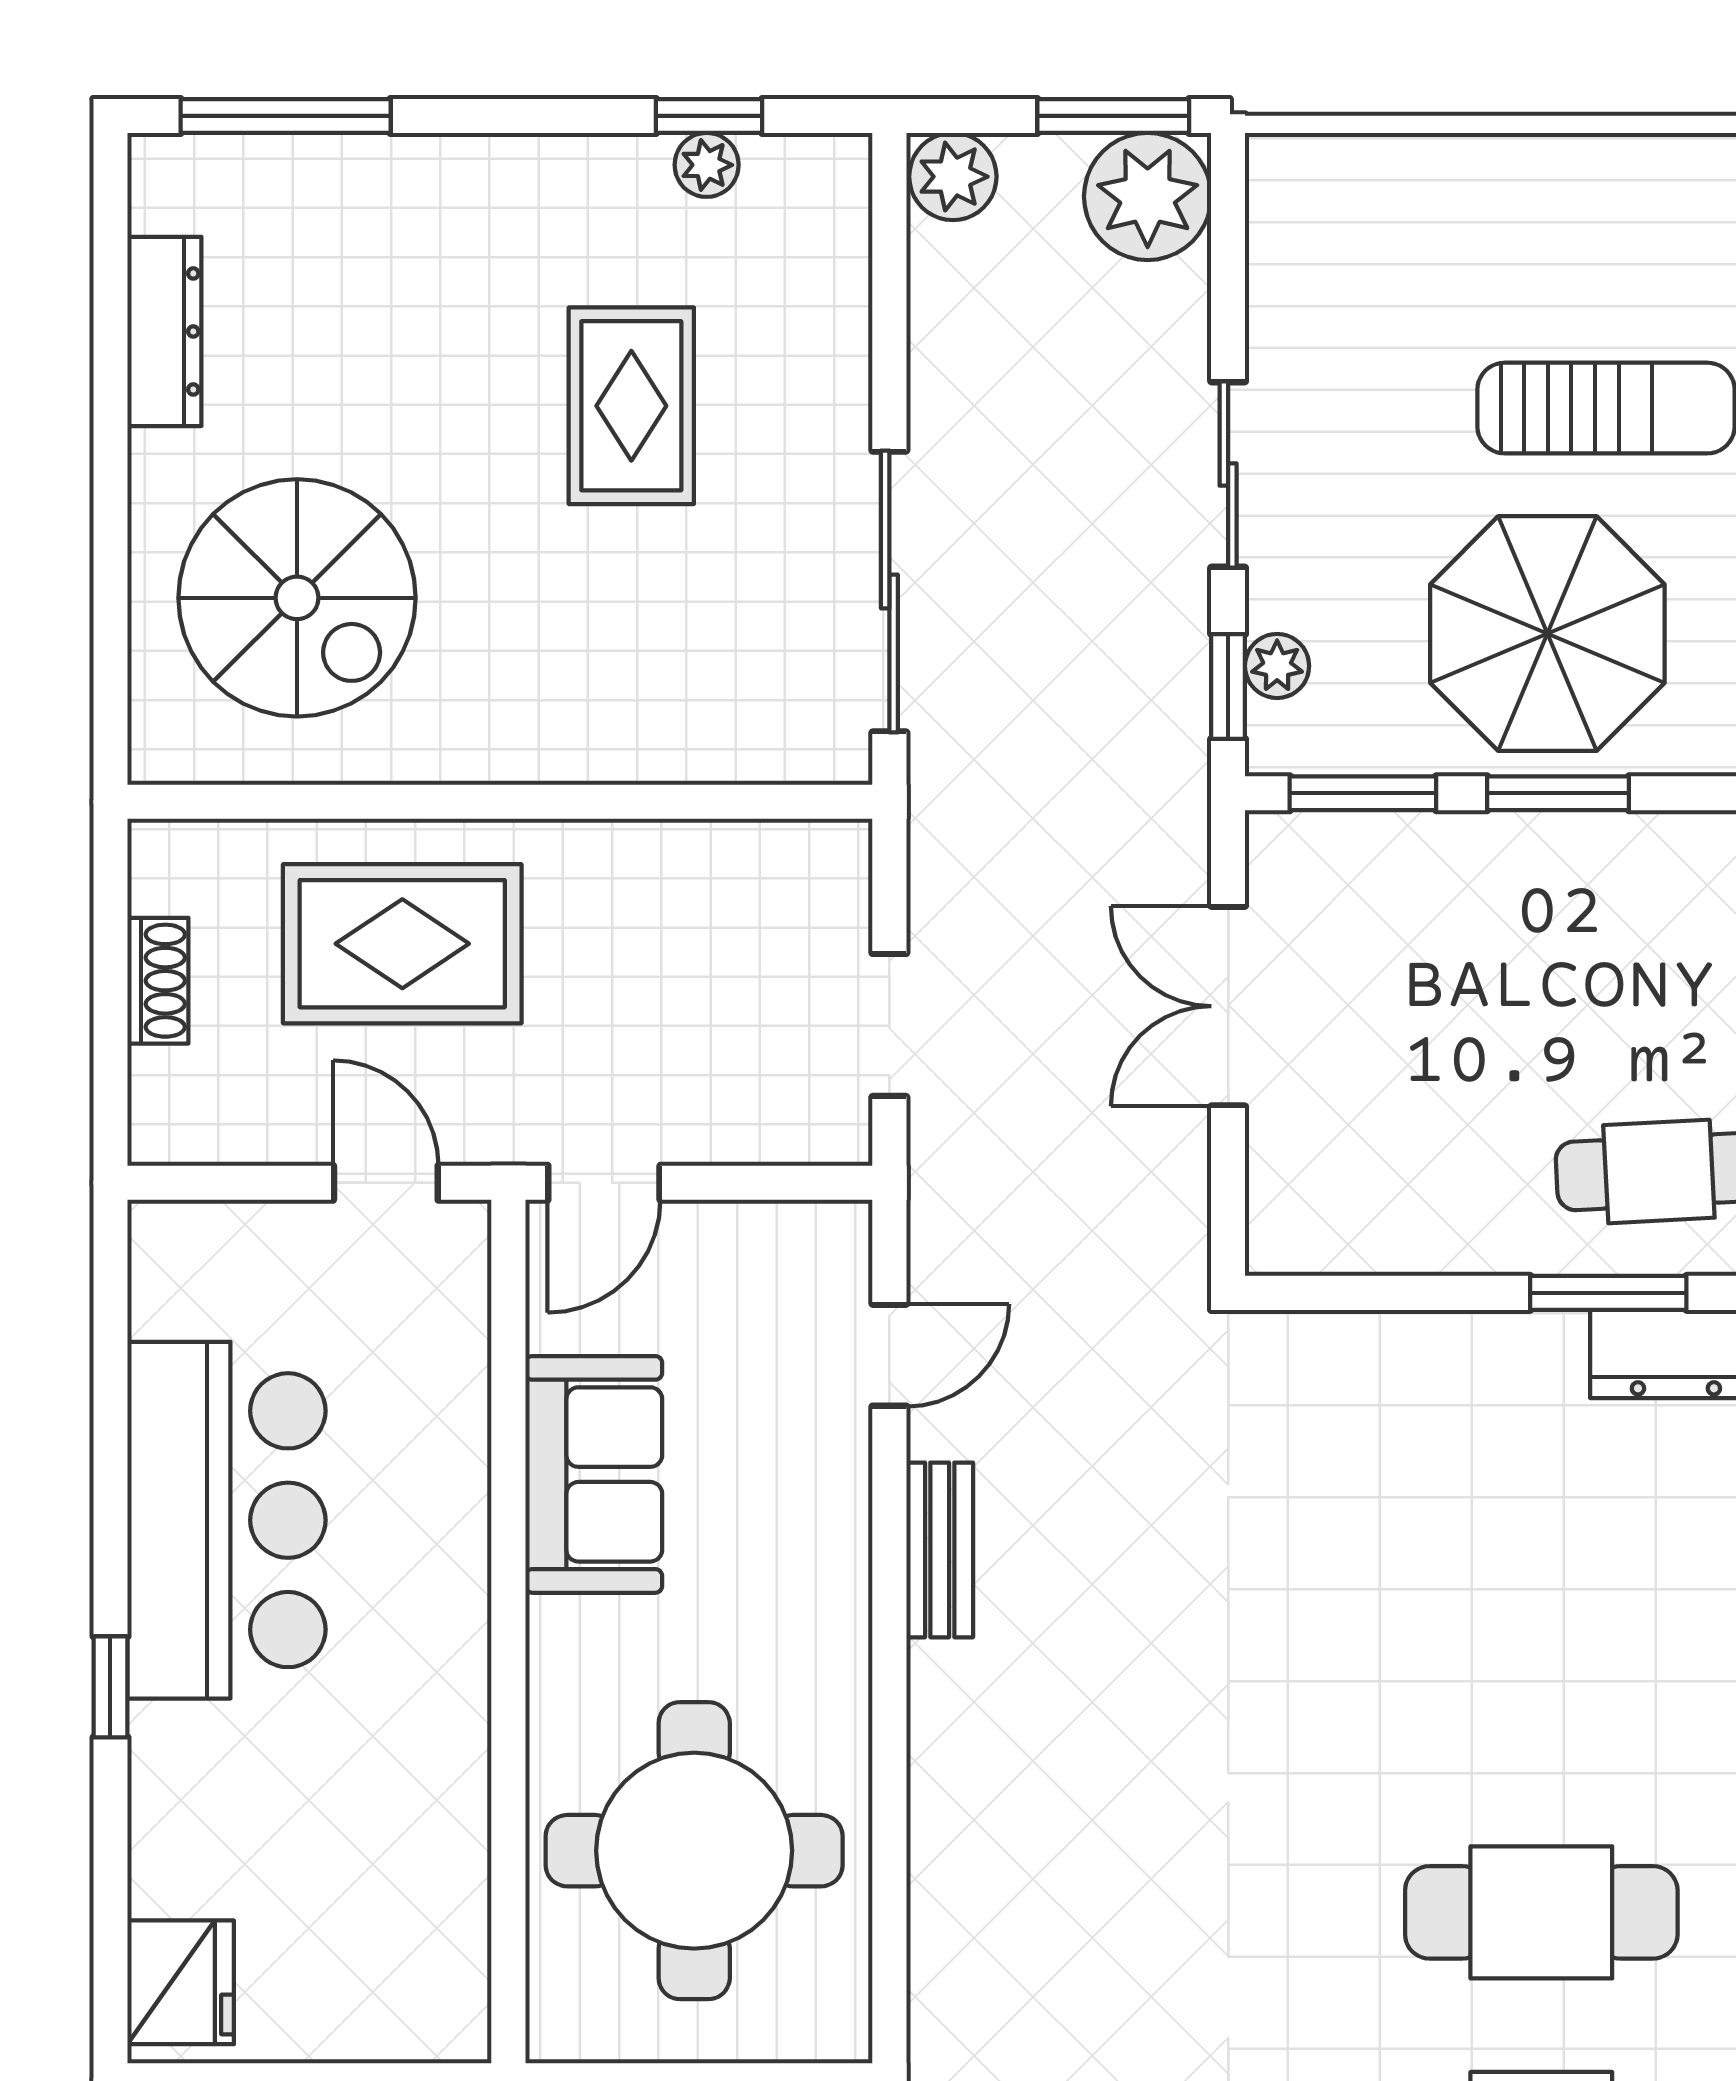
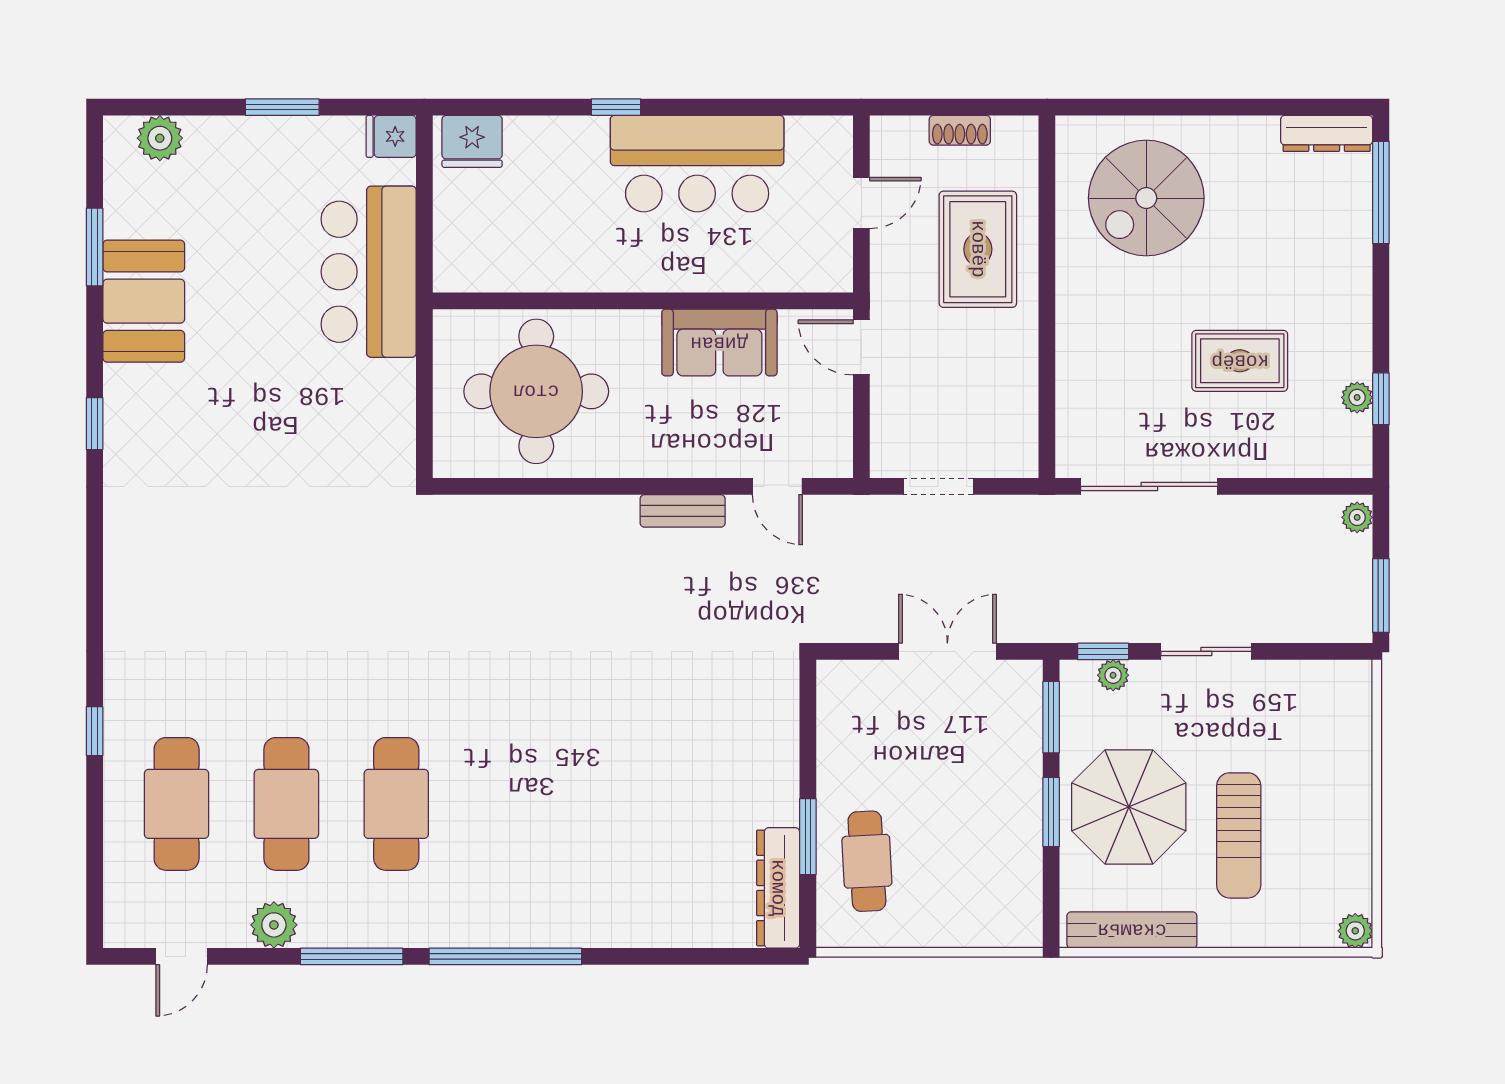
plant: (953, 177) -> (1357, 517), width x0.73, depth x0.73
plant: (1148, 196) -> (1342, 612), removed
dresser: (164, 331) -> (1327, 133), moved
door: (386, 1183) -> (861, 203), moved
cafe table: (1541, 1912) -> (506, 804), removed

